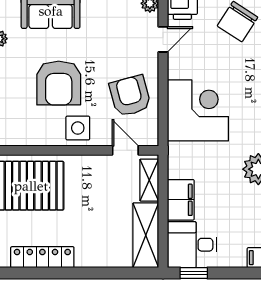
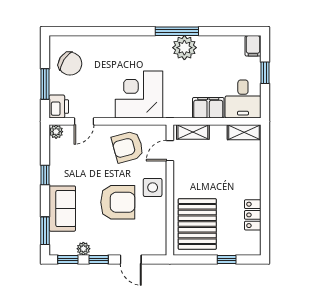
door: (163, 39) -> (84, 121), swing flipped
shelving: (146, 235) -> (244, 132), width x0.67, depth x0.75
locker: (42, 257) -> (253, 215), width x0.66
window: (194, 273) -> (265, 73), moved

